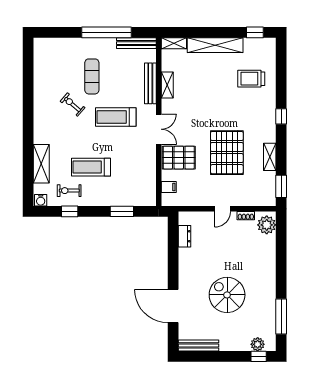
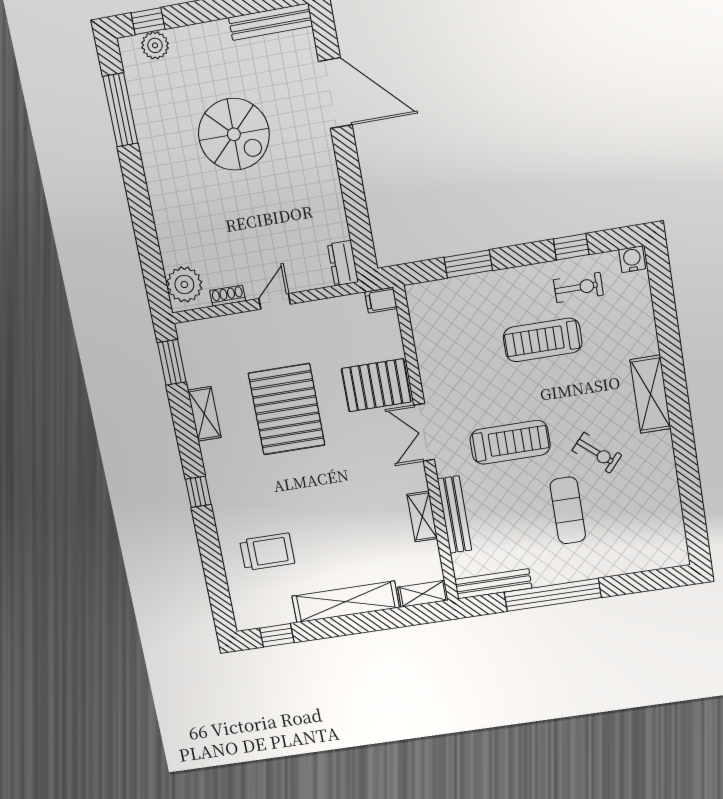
shelving: (41, 164) -> (651, 394), moved
treadmill: (91, 167) -> (543, 340), turned 180
filing cabinet: (169, 187) -> (381, 300), moved
dresser: (184, 236) -> (343, 263), moved

